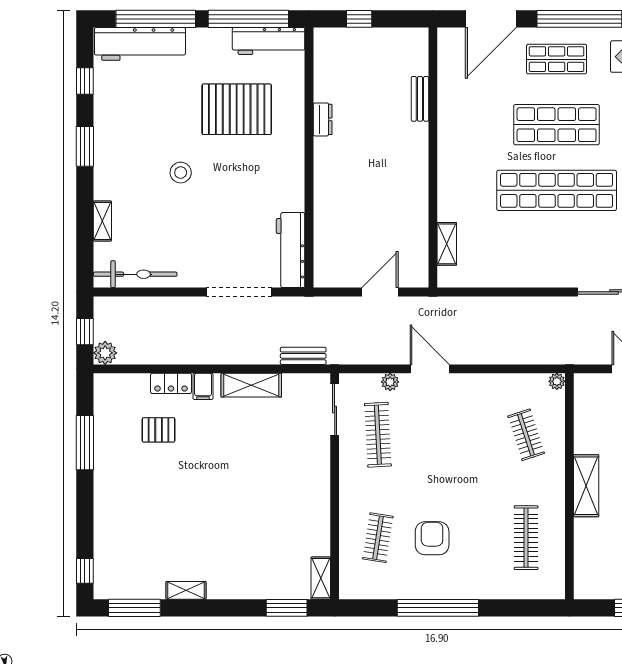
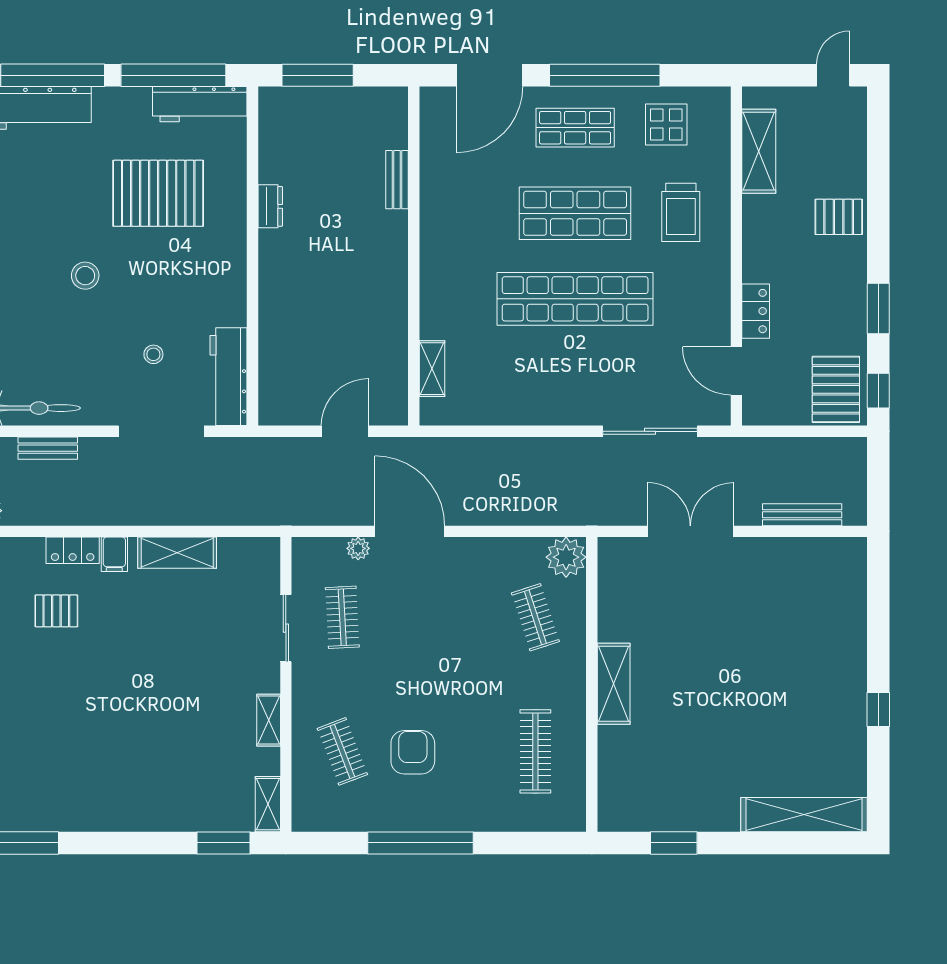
window: (359, 19) -> (318, 75), width x2.17
stool: (233, 233) -> (153, 354), added
bench: (303, 356) -> (48, 448), moved
door: (430, 369) -> (410, 531), width x1.36
plant: (557, 381) -> (566, 557), width x1.88, depth x1.88
sliding door: (335, 410) -> (286, 628), moved
clothes rail: (378, 435) -> (342, 617), width x0.73
clothes rail: (378, 538) -> (342, 751), turned -30
shelving: (186, 590) -> (269, 720), moved, turned 90

